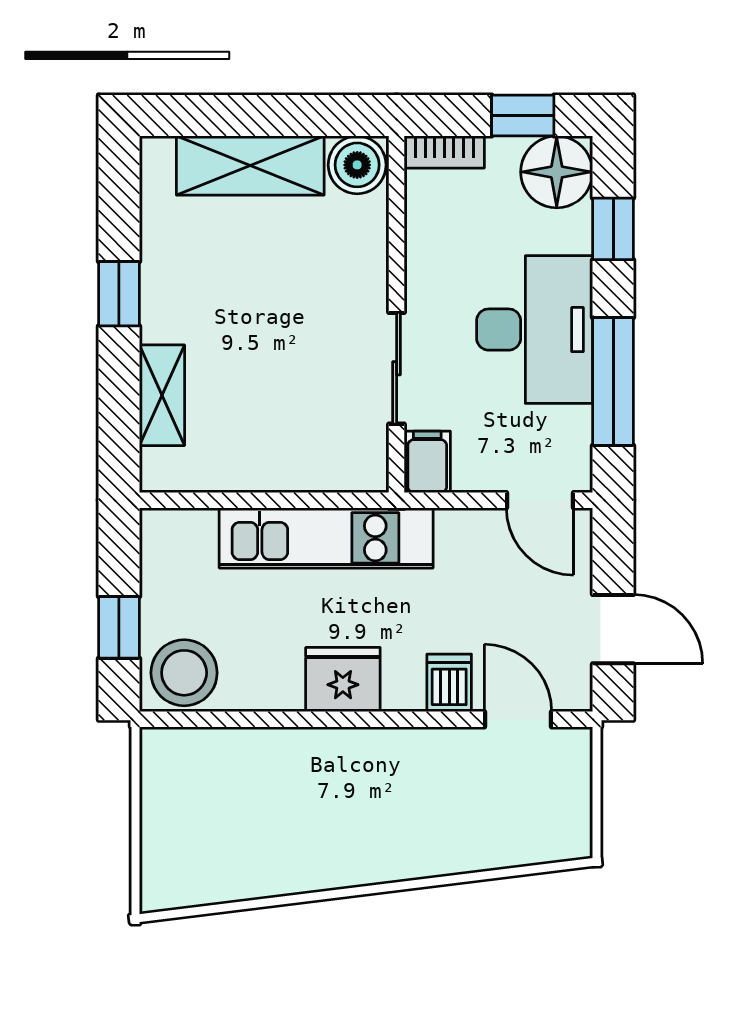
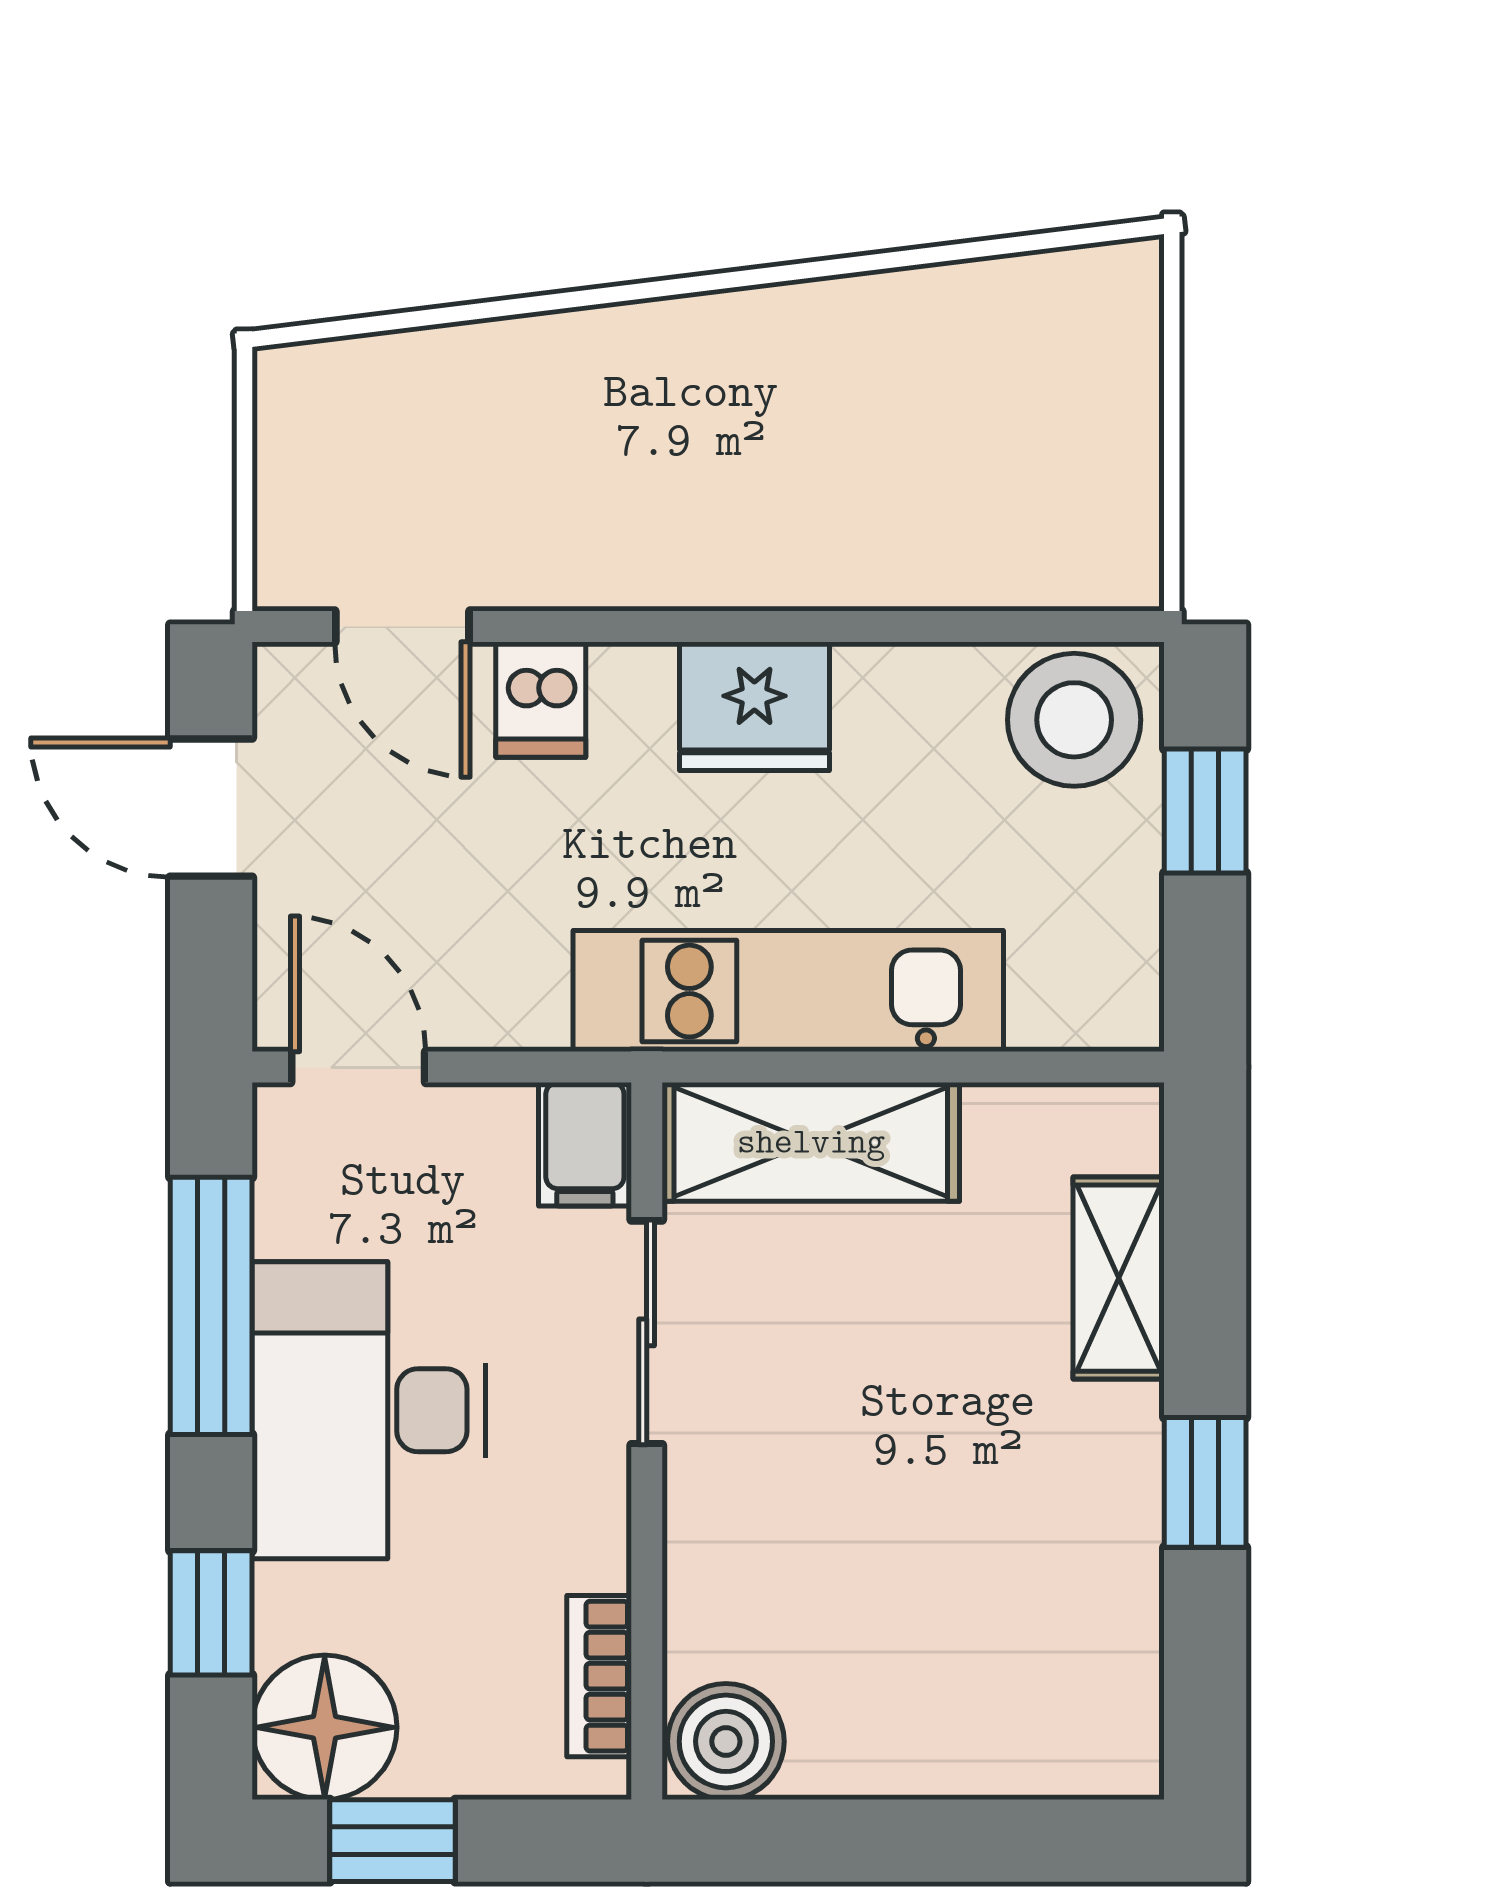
bookcase: (444, 152) -> (599, 1676), moved, turned -90
shelving: (250, 166) -> (811, 1142), moved

